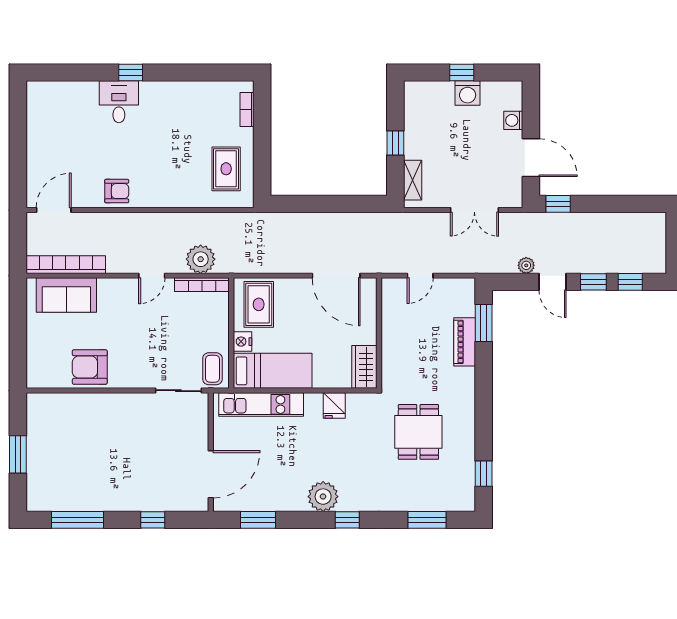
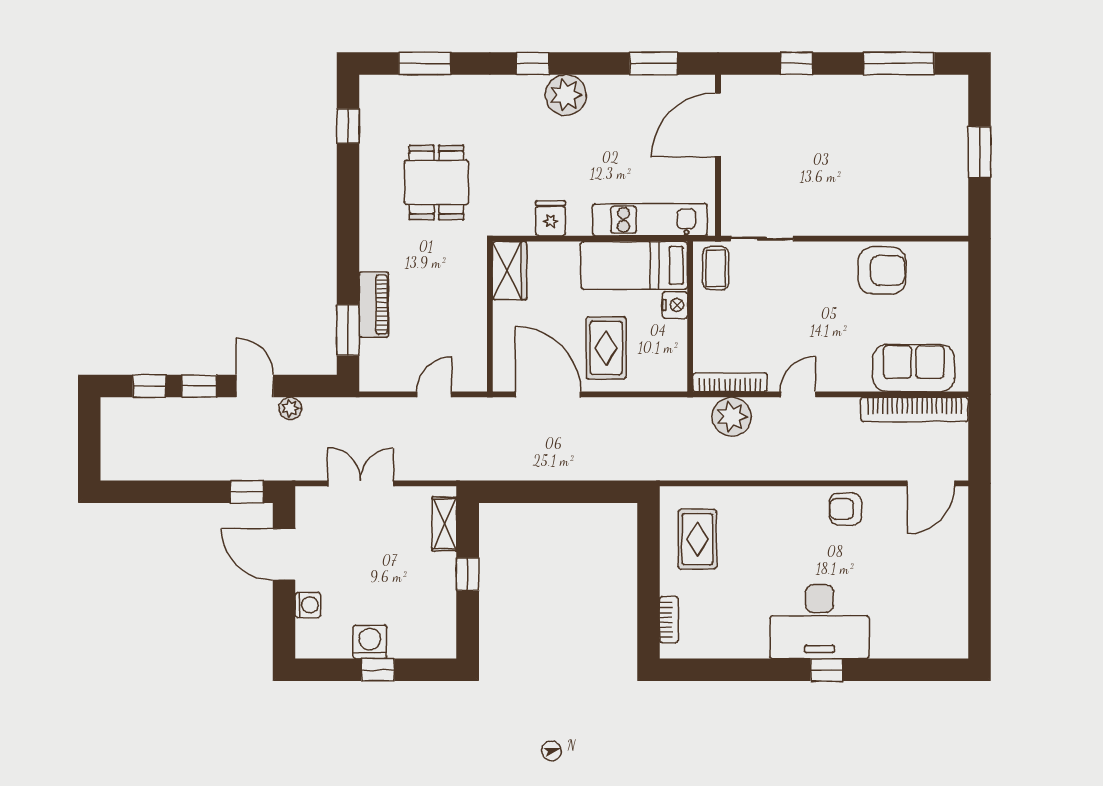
desk: (119, 102) -> (819, 622), width x1.87, depth x1.30
rug: (259, 304) -> (606, 348), moved

